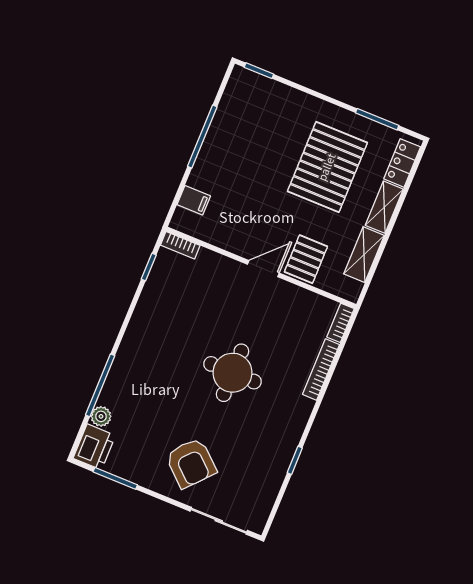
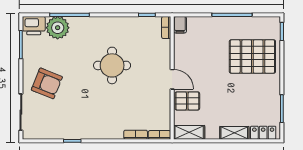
pallet: (327, 167) -> (252, 57), moved
filing cabinet: (194, 200) -> (180, 25), moved
shelving: (364, 255) -> (189, 132), moved
bookcase: (321, 369) -> (136, 135), width x0.64
round table: (233, 373) -> (112, 65), moved
plant: (101, 416) -> (58, 28), width x1.87, depth x1.87
armchair: (191, 463) -> (47, 83), turned -110

